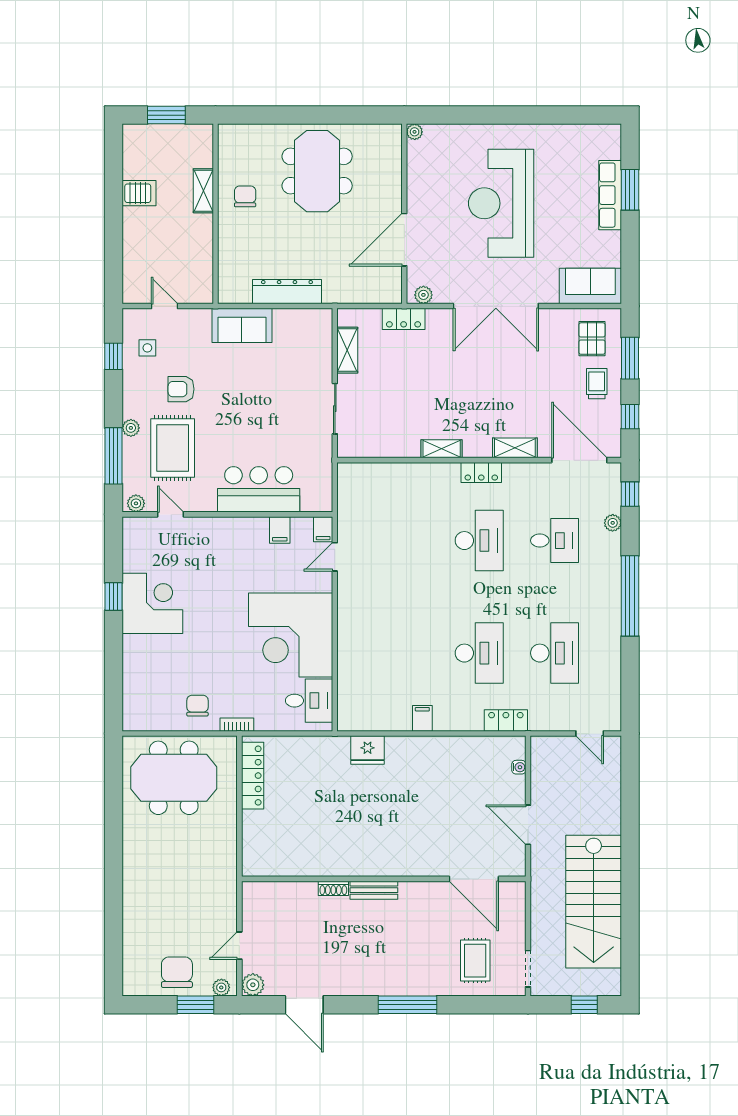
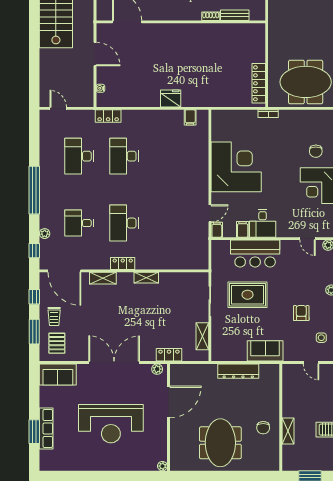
reception desk: (501, 203) -> (111, 424), turned 90
armchair: (181, 389) -> (301, 313), turned -90
rug: (173, 448) -> (248, 295), moved, turned 90
desk: (309, 701) -> (263, 223), moved, turned -90
chair: (197, 706) -> (316, 151), moved
filing cabinet: (422, 718) -> (190, 117), moved
fridge: (368, 750) -> (171, 98), moved
bench: (374, 890) -> (235, 15), moved

